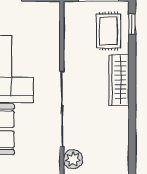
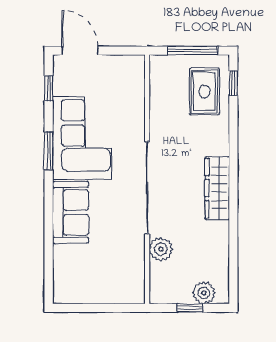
wardrobe: (119, 80) -> (217, 188), moved

